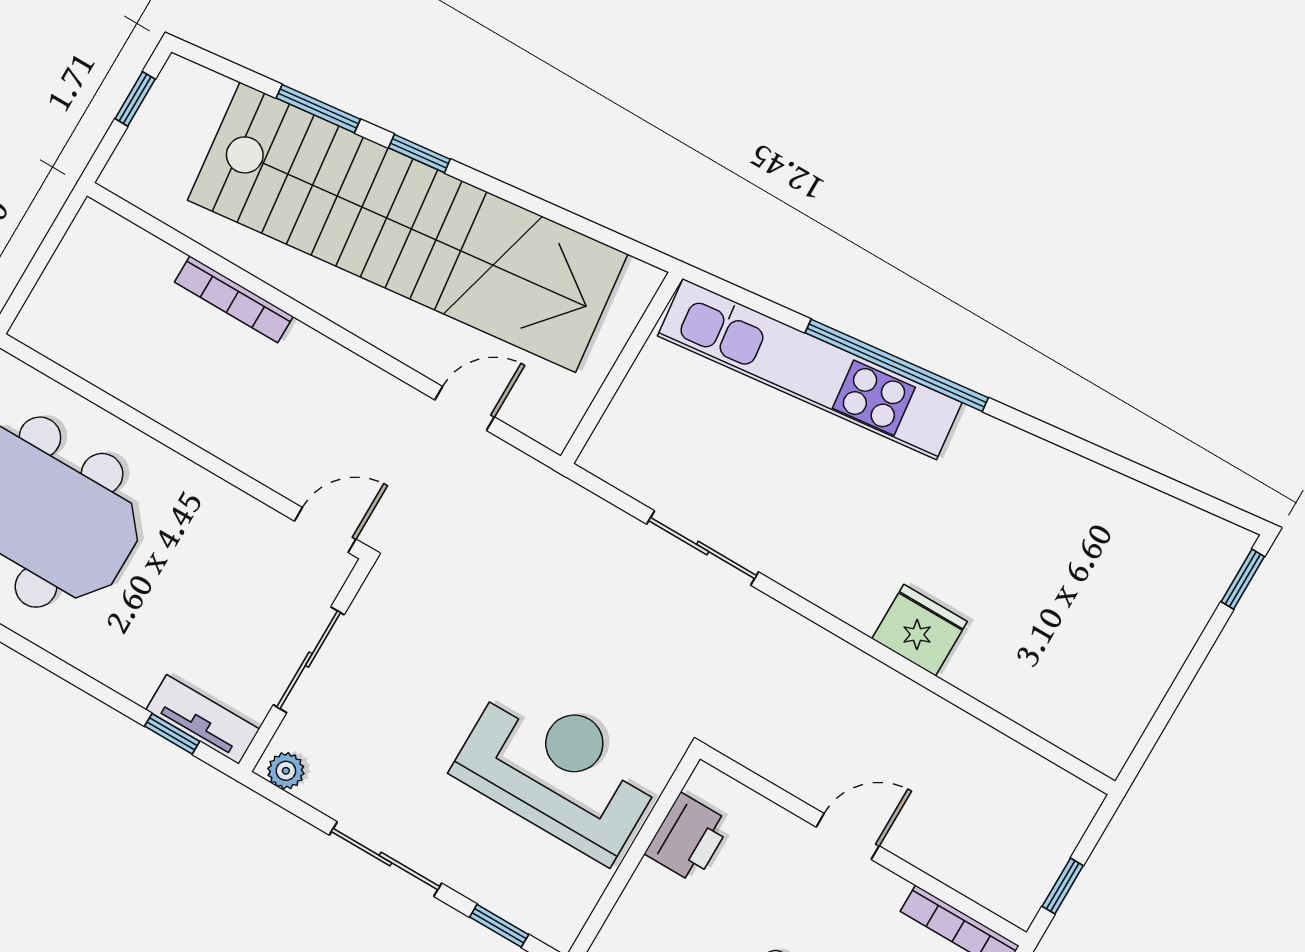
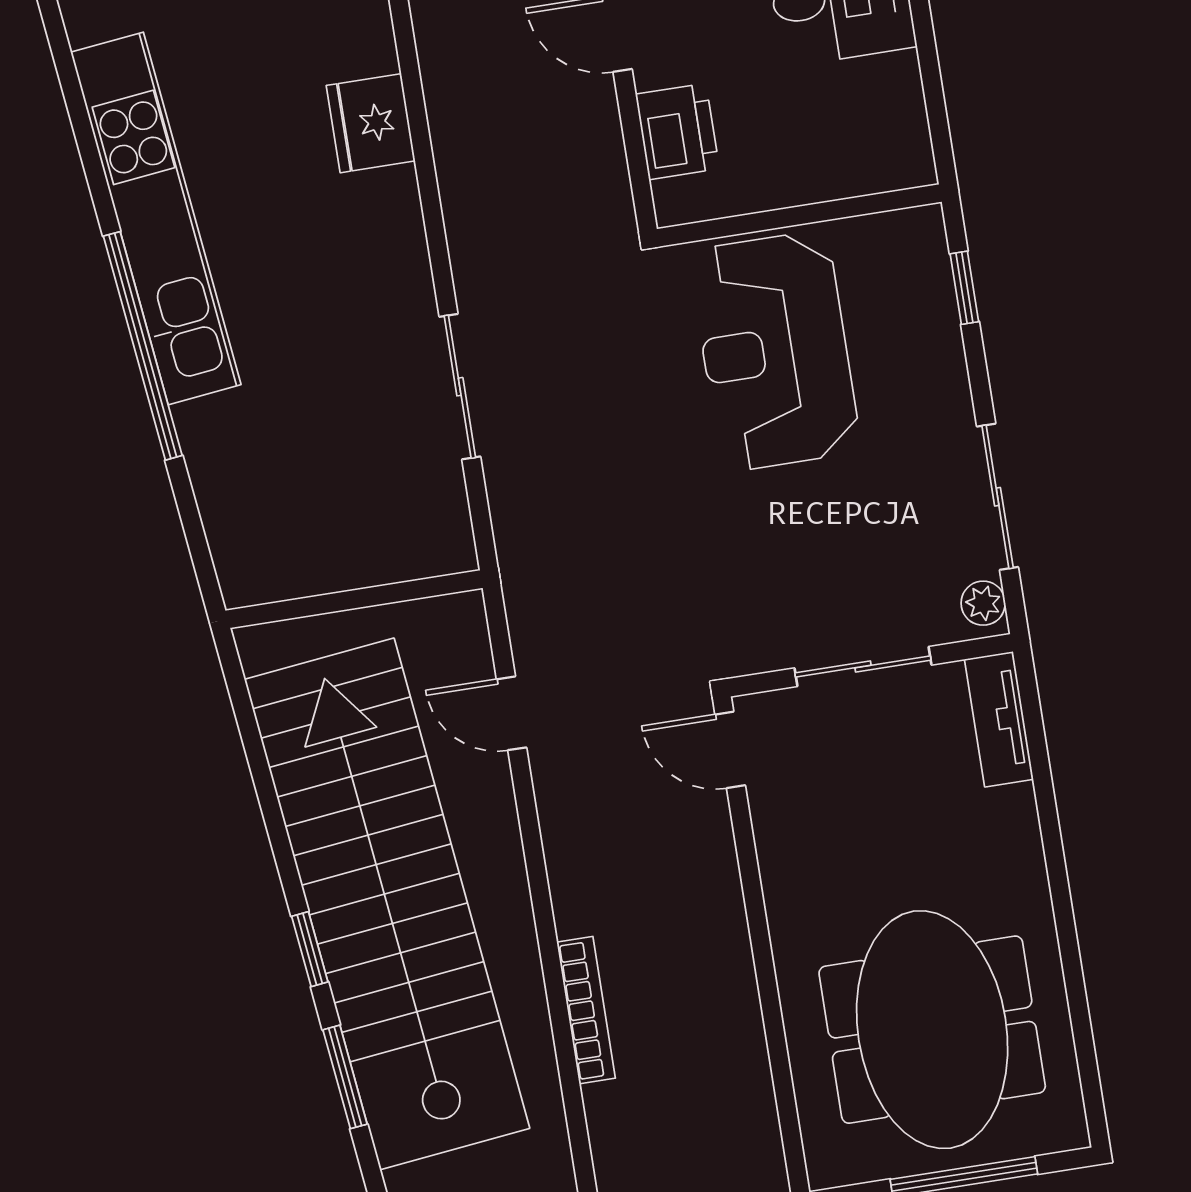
kitchen unit: (810, 369) -> (156, 218), moved
window: (172, 734) -> (1036, 737), removed
printer: (688, 838) -> (677, 131), moved, turned 90
sliding door: (386, 859) -> (998, 497), moved

